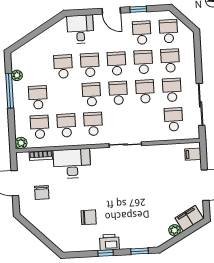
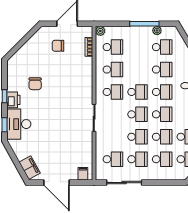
school desk: (38, 97) -> (162, 47), moved
desk: (72, 164) -> (19, 124), moved, turned 180
plant: (175, 230) -> (20, 155), removed

